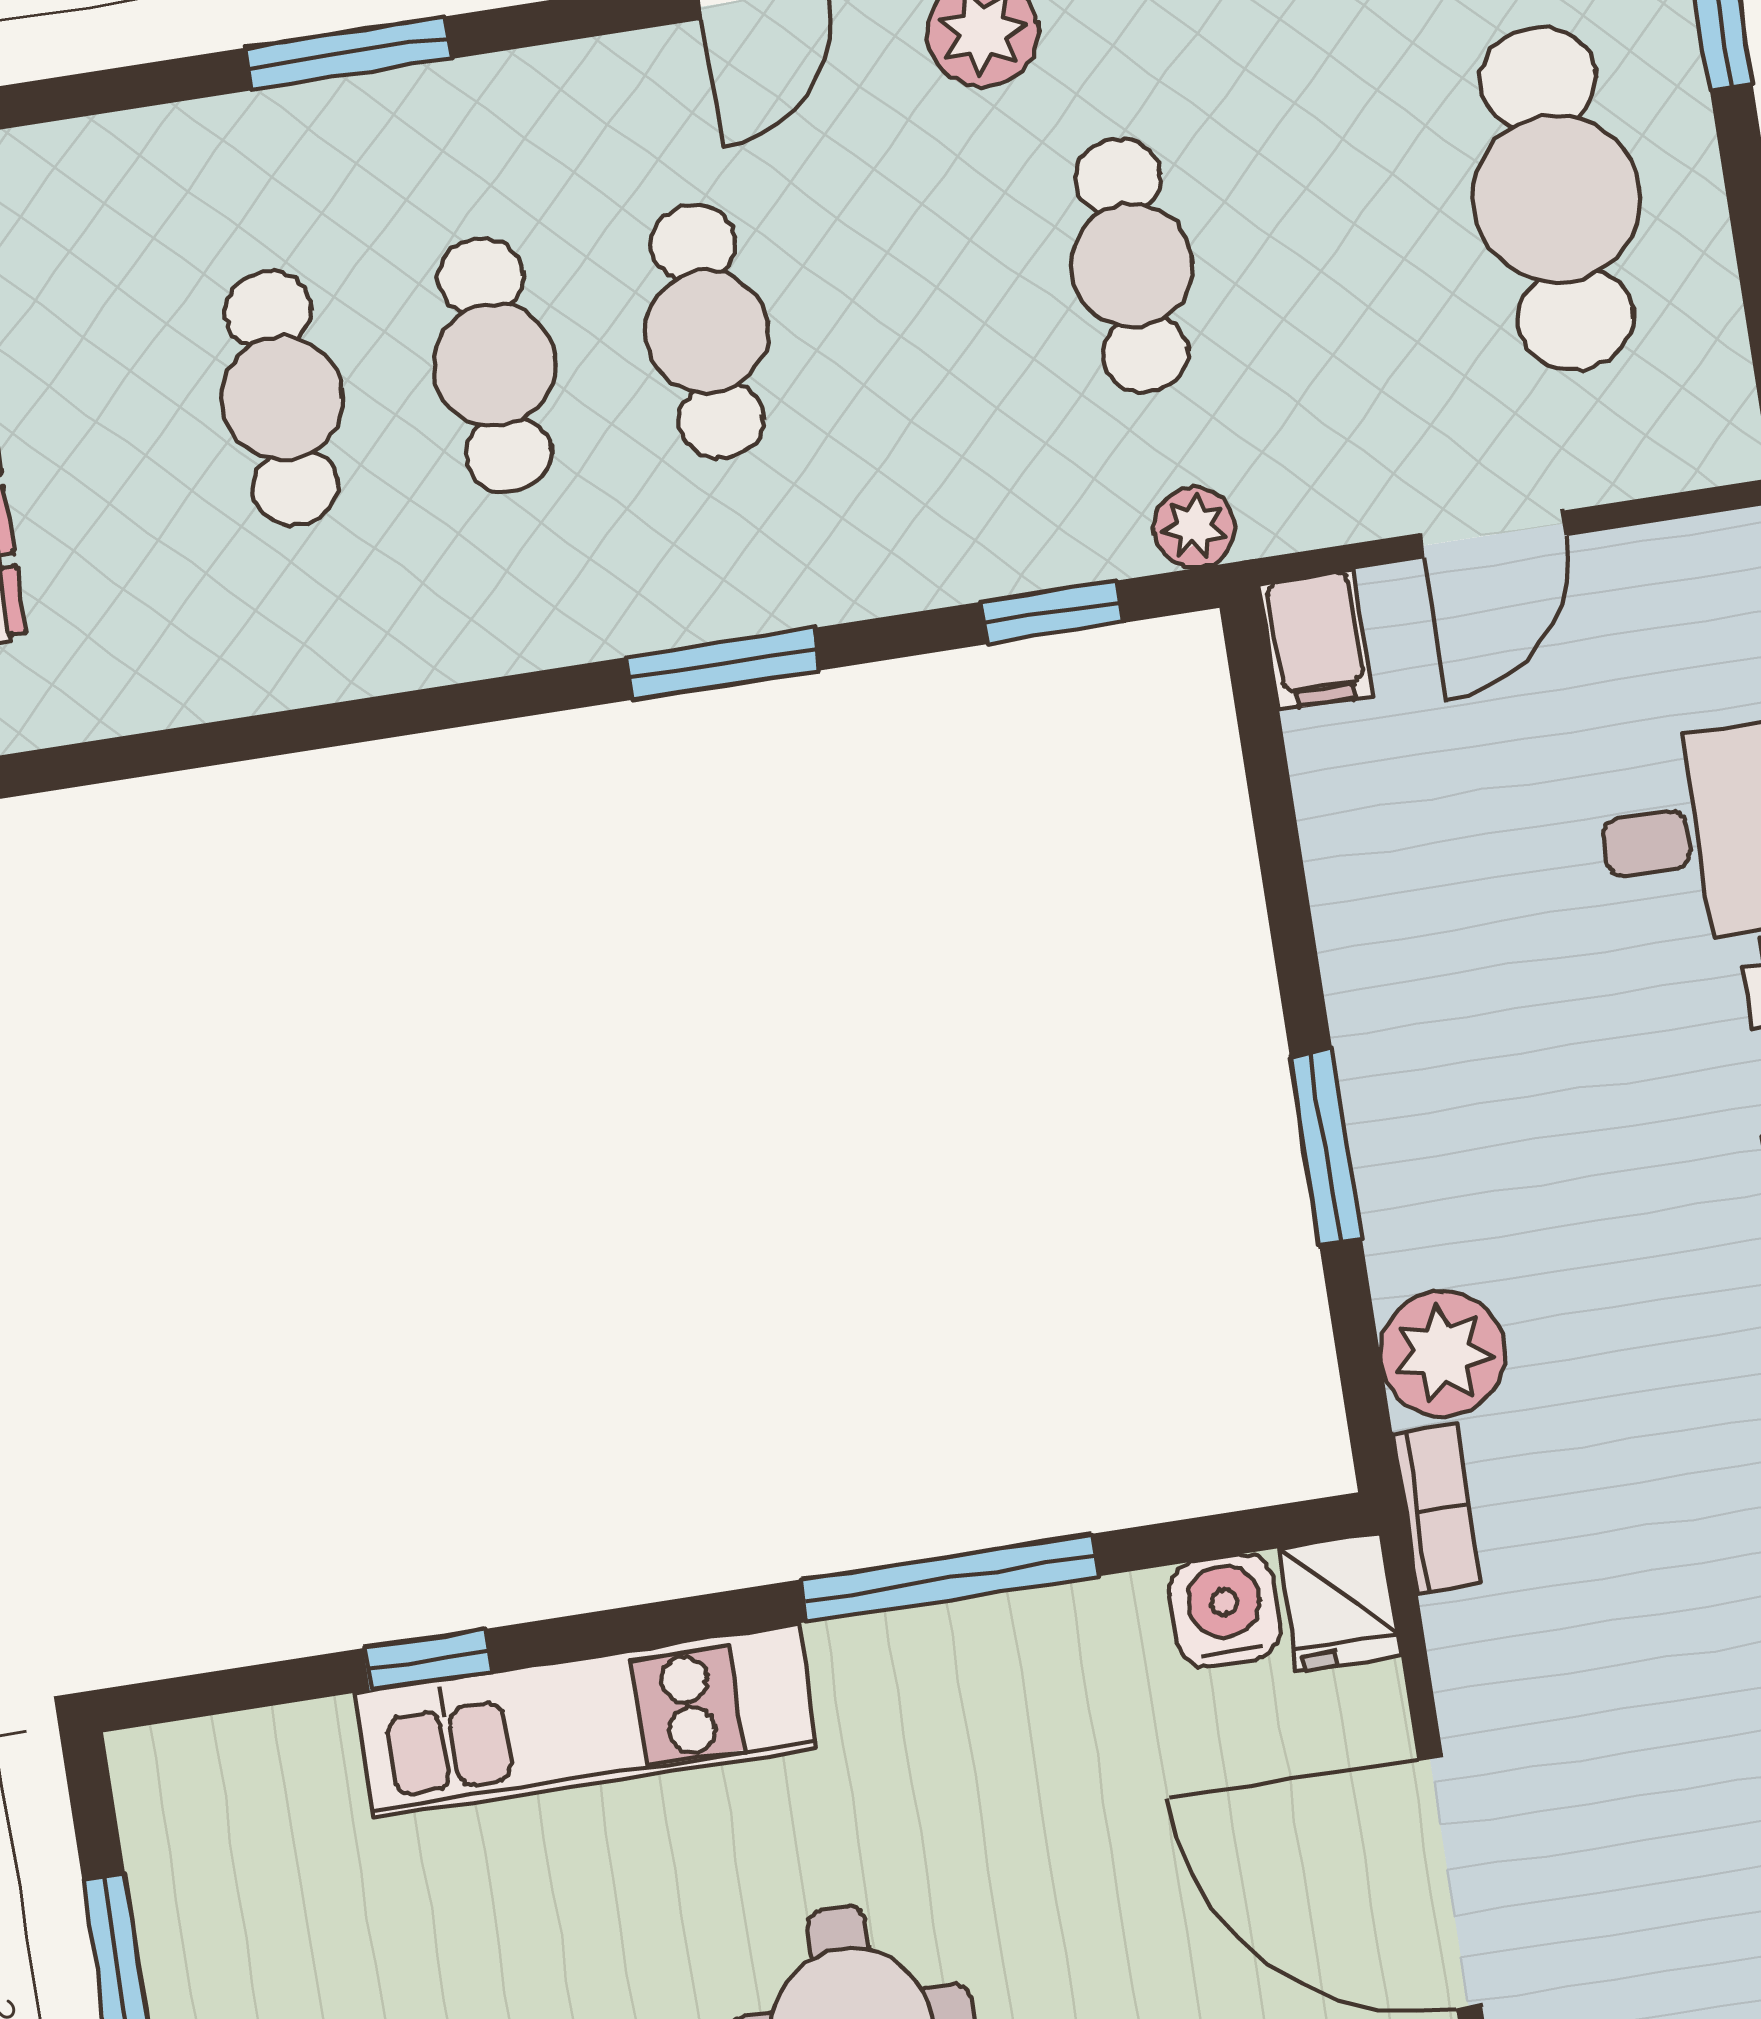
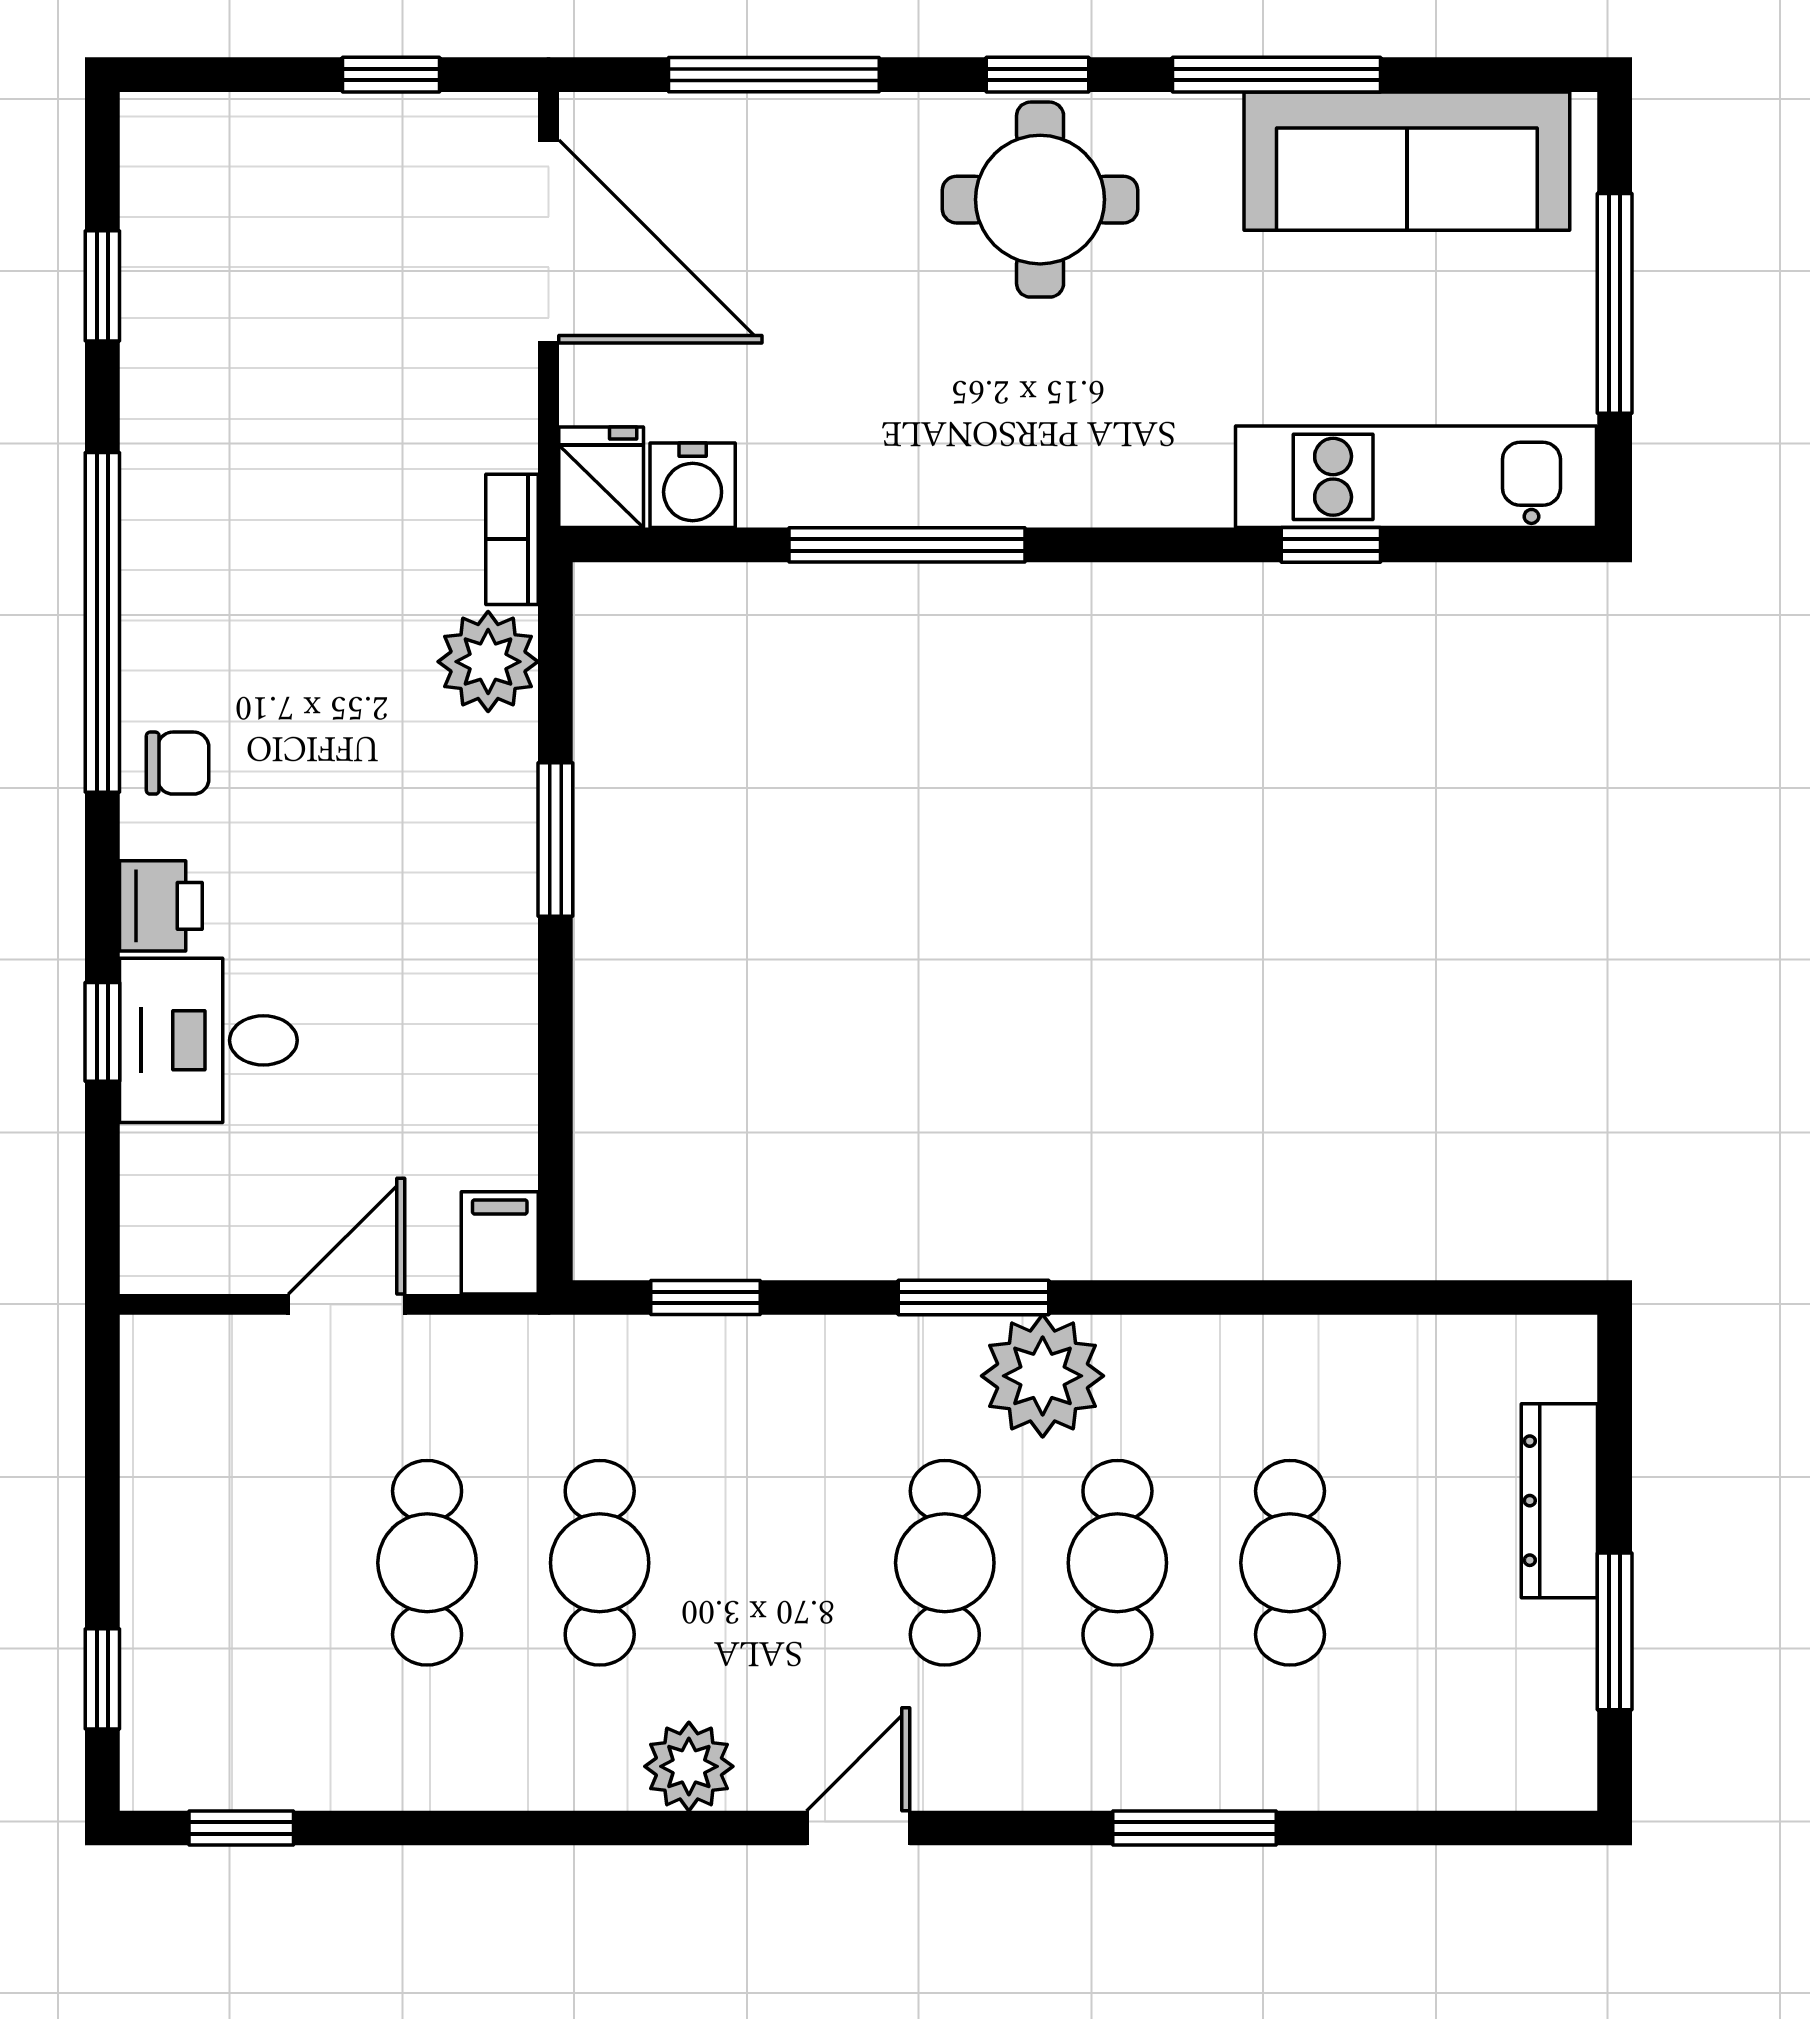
cafe table: (1557, 199) -> (427, 1563), moved, width x0.73, depth x0.74
plant: (1195, 527) -> (1043, 1376), moved, width x1.88, depth x1.88
kitchen unit: (586, 1721) -> (1416, 477), moved

